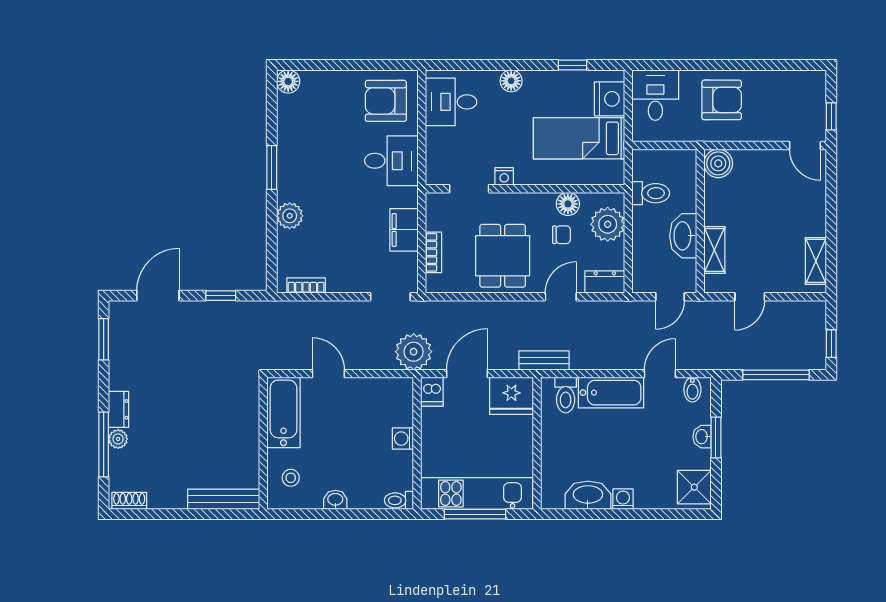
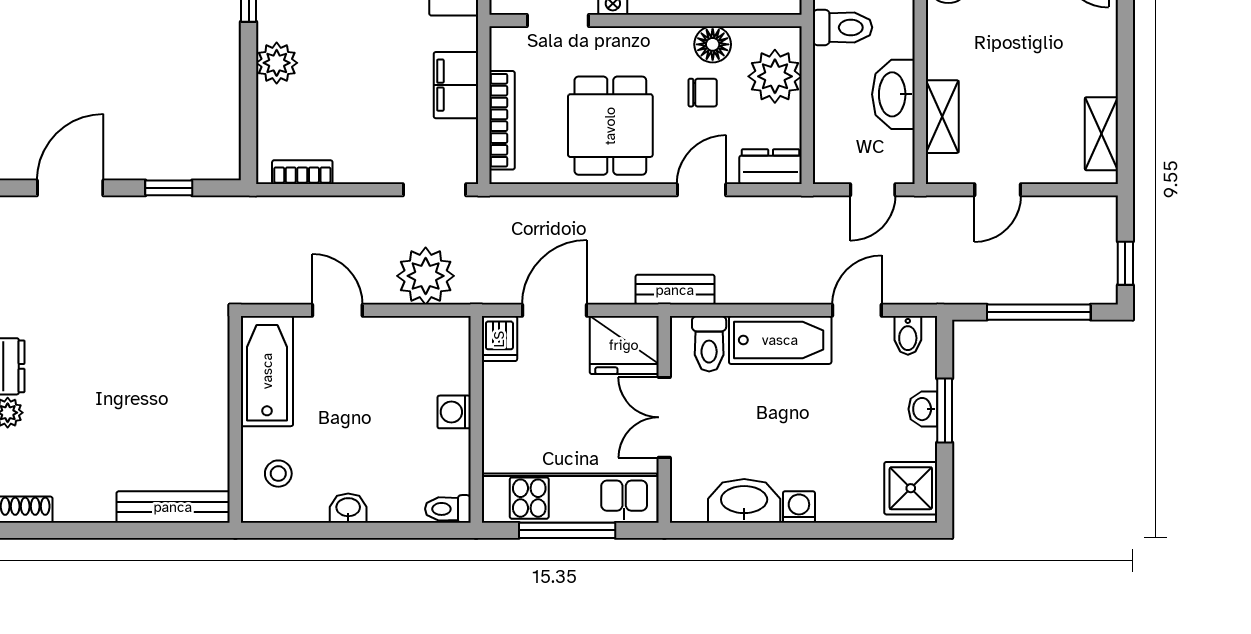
bookcase: (433, 252) -> (502, 120), width x1.56
plant: (414, 352) -> (426, 276), moved
double door: (537, 442) -> (664, 417), added

